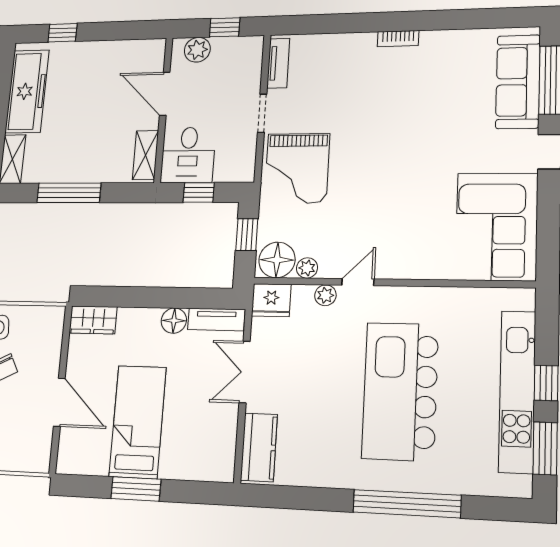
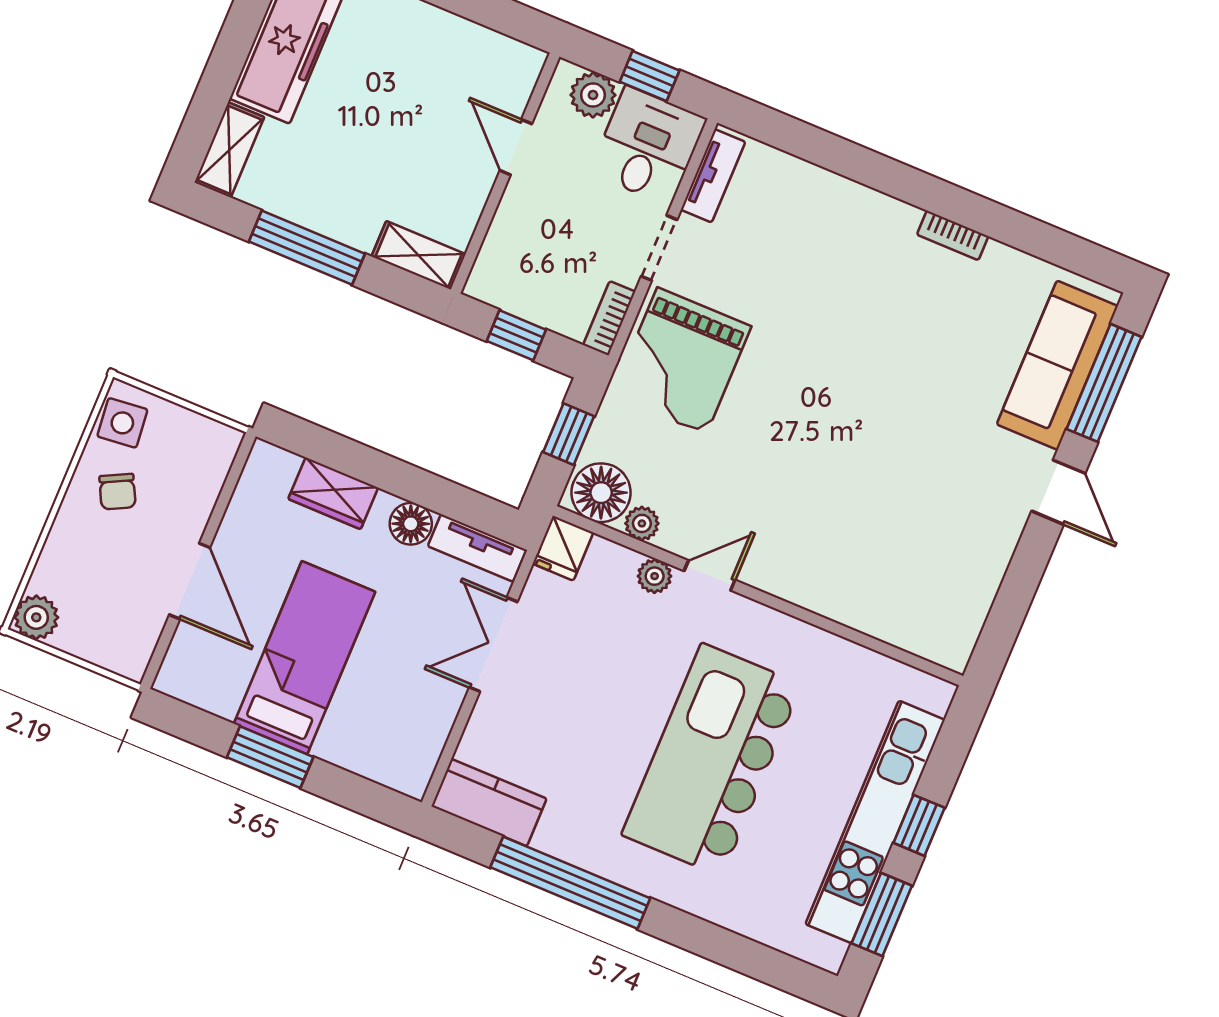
bookcase: (398, 39) -> (953, 235), moved
door: (165, 94) -> (516, 147), width x0.73
shelving: (146, 155) -> (419, 255), moved, turned 90
desk: (188, 155) -> (648, 146), moved, turned 180
bookcase: (248, 162) -> (609, 318), added
corner sofa: (497, 227) -> (940, 573), removed
fridge: (271, 300) -> (563, 548), width x0.72
wardrobe: (93, 320) -> (333, 493), moved
kitchen counter: (259, 447) -> (489, 802), moved, turned -90
window: (407, 504) -> (570, 883), moved

